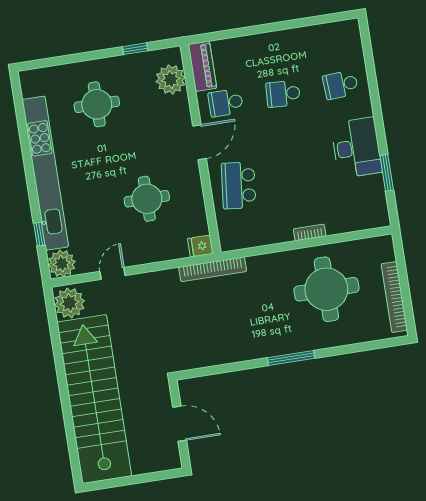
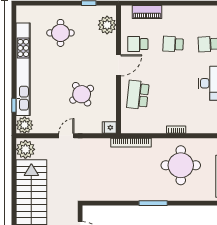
piano: (202, 66) -> (147, 12), moved, turned 90
round table: (147, 199) -> (82, 94), turned -34
bookcase: (213, 269) -> (131, 143), moved
door: (113, 273) -> (66, 136), moved

